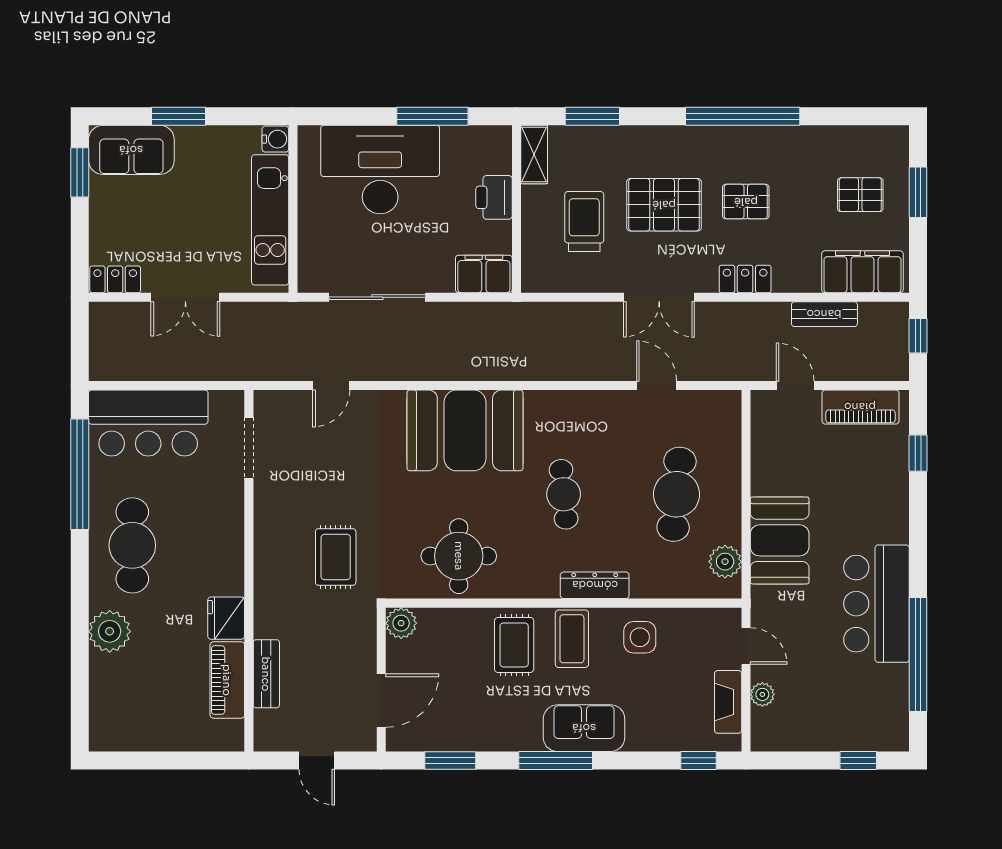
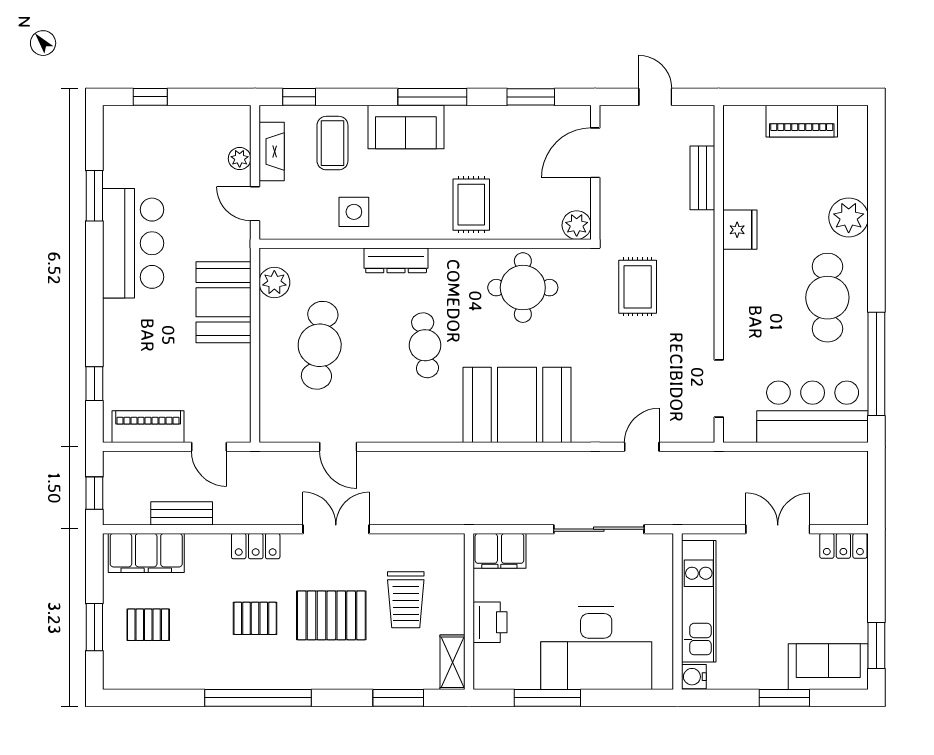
coffee table: (572, 639) -> (332, 143), moved
window: (918, 655) -> (94, 196), width x0.47
piano: (227, 680) -> (802, 121), moved, turned 90

